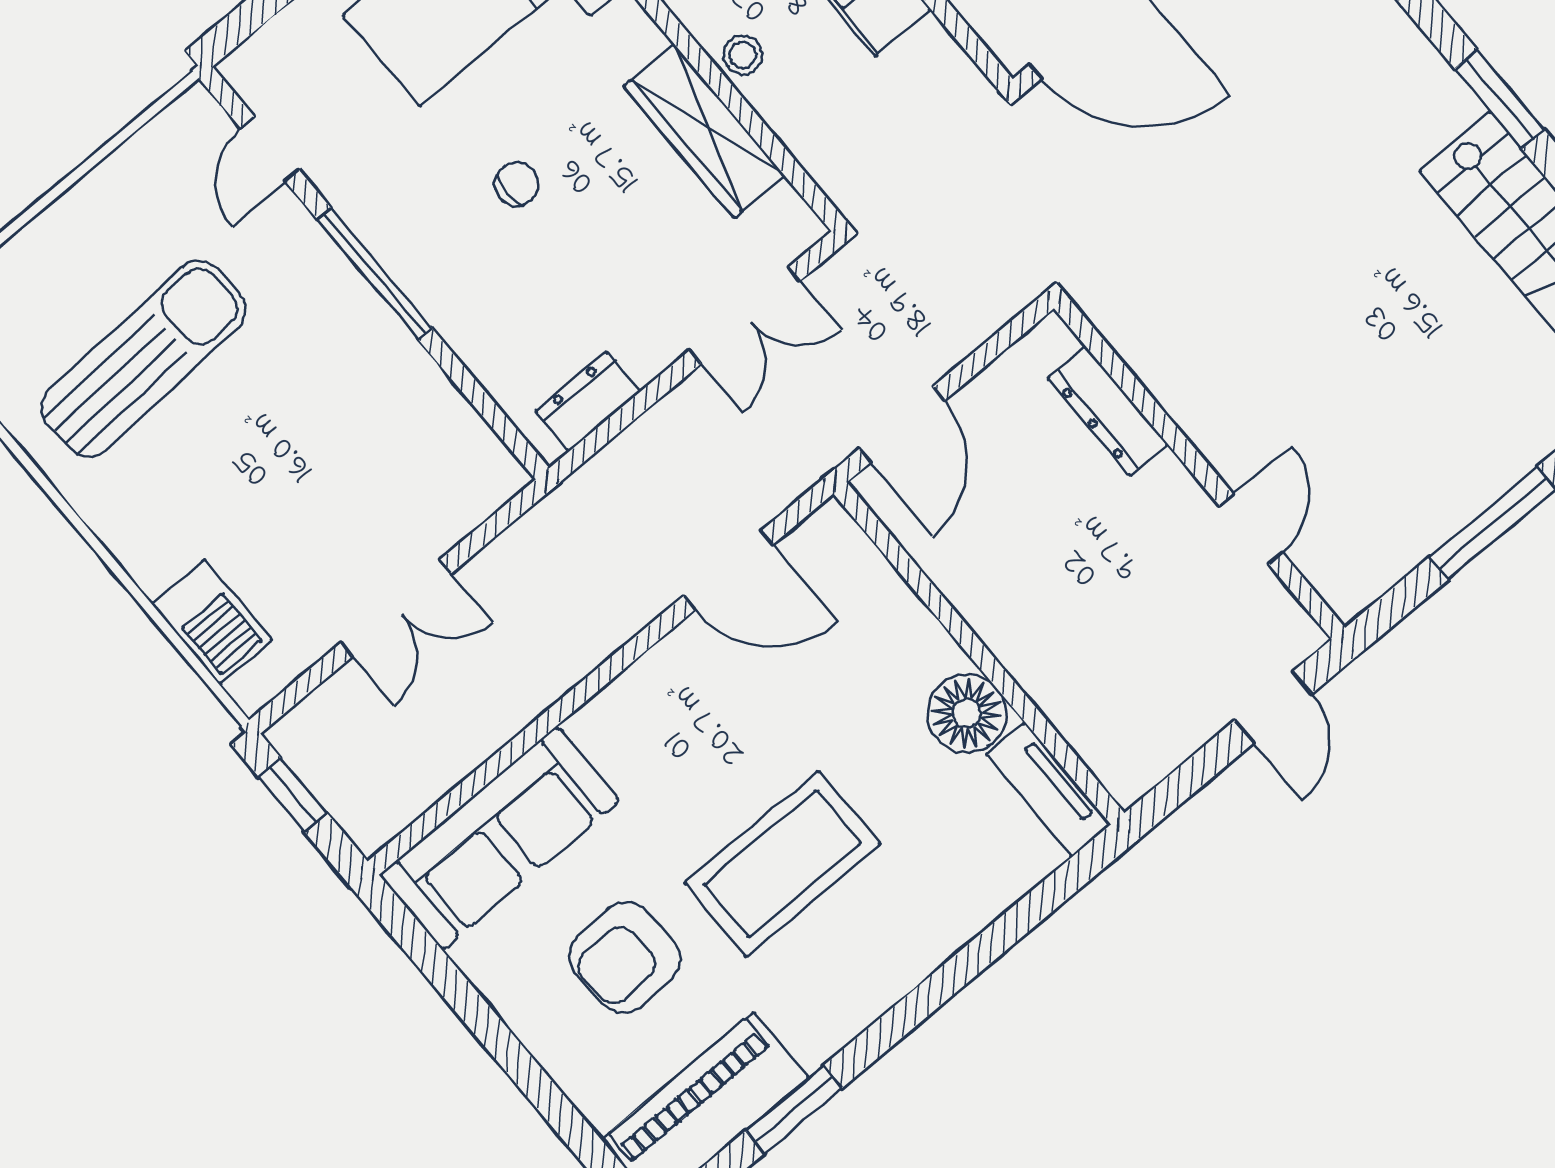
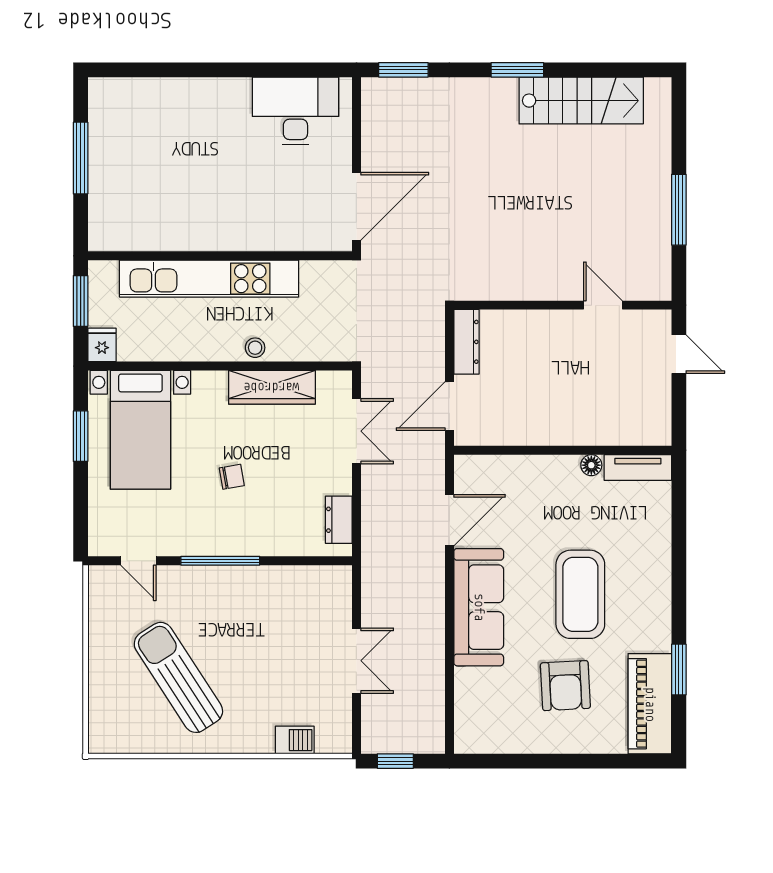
chair: (517, 184) -> (232, 477), turned 80
sun lounger: (144, 359) -> (178, 677), turned -30
dresser: (1108, 411) -> (466, 342), moved, turned -90
door: (902, 425) -> (449, 406), swing flipped
barbecue: (212, 622) -> (295, 740), width x0.73, depth x0.79
floor lamp: (967, 713) -> (591, 465), width x0.53, depth x0.53
sofa: (500, 838) -> (479, 607), moved

